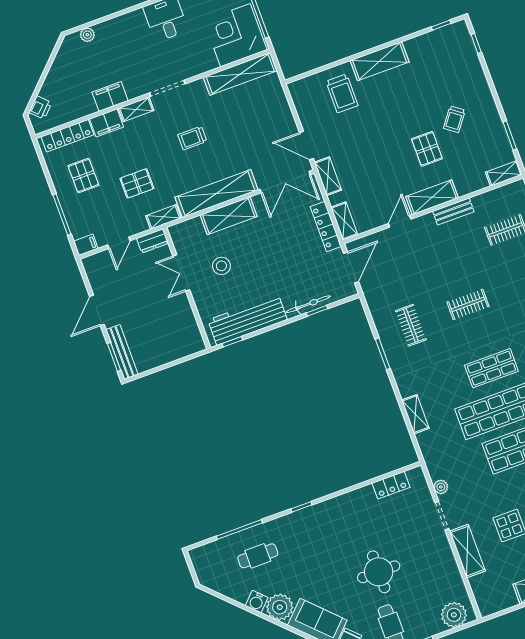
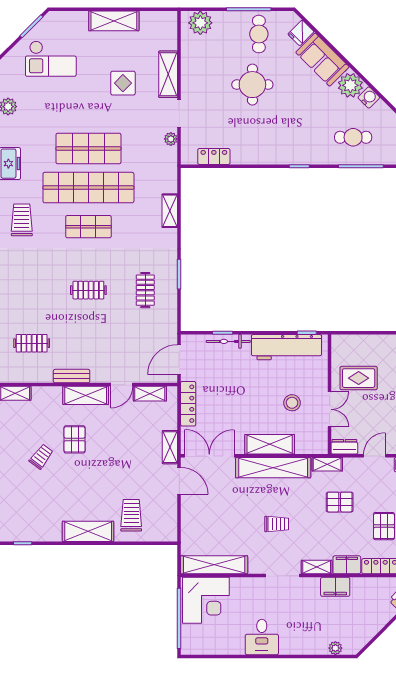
shelving: (344, 221) -> (150, 394), moved, turned 90
rug: (163, 315) -> (359, 378), added

